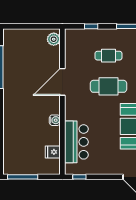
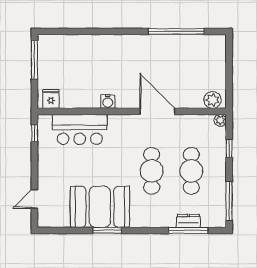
plant: (69, 33) -> (220, 120), added
cafe table: (108, 56) -> (191, 171), width x1.37, depth x1.35
fridge: (53, 152) -> (51, 99), moved

